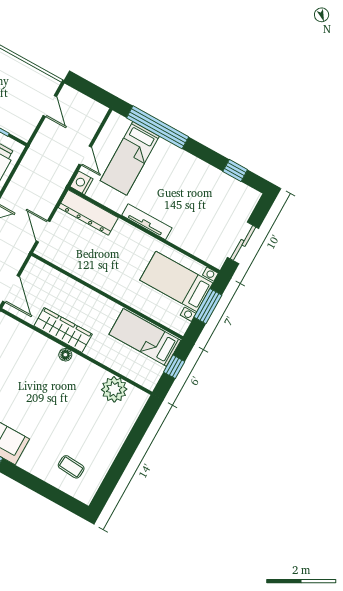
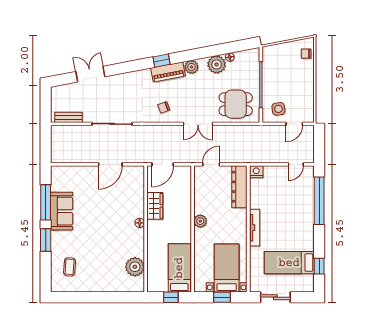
side table: (22, 115) -> (278, 109), added
door: (85, 156) -> (296, 164), moved
bed: (130, 158) -> (289, 263), moved
plant: (103, 282) -> (200, 221), added
window: (208, 306) -> (222, 297), width x0.67
wardrobe: (63, 330) -> (155, 206), width x0.67
window: (24, 478) -> (46, 240), added

